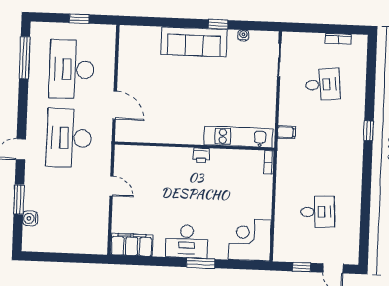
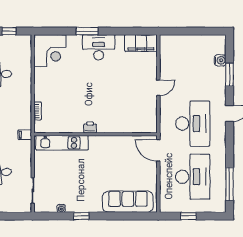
sofa: (194, 42) -> (128, 202), moved
kitchen unit: (238, 137) -> (62, 143), moved
wall: (194, 146) -> (96, 134), moved
printer: (201, 155) -> (90, 127), moved
door: (111, 186) -> (158, 88), swing flipped

